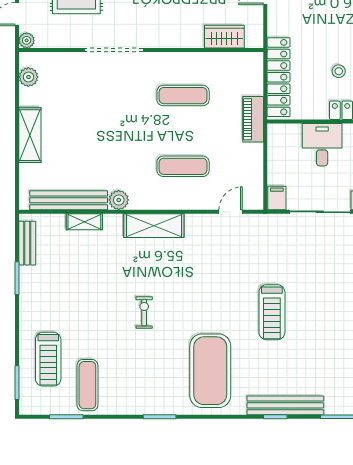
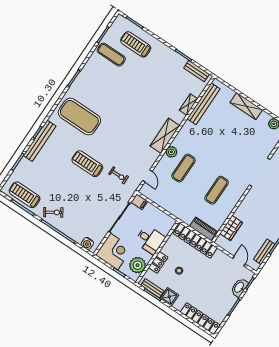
piano: (253, 119) -> (203, 229), moved
plant: (119, 200) -> (171, 152), moved
exercise bike: (144, 313) -> (119, 175), moved

